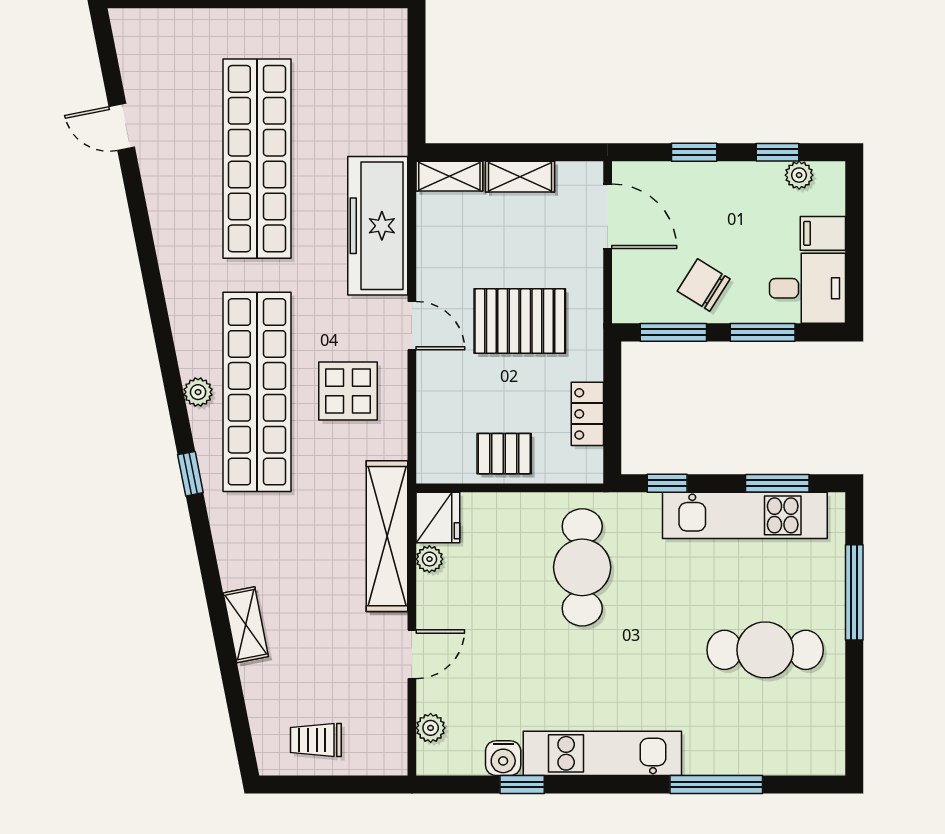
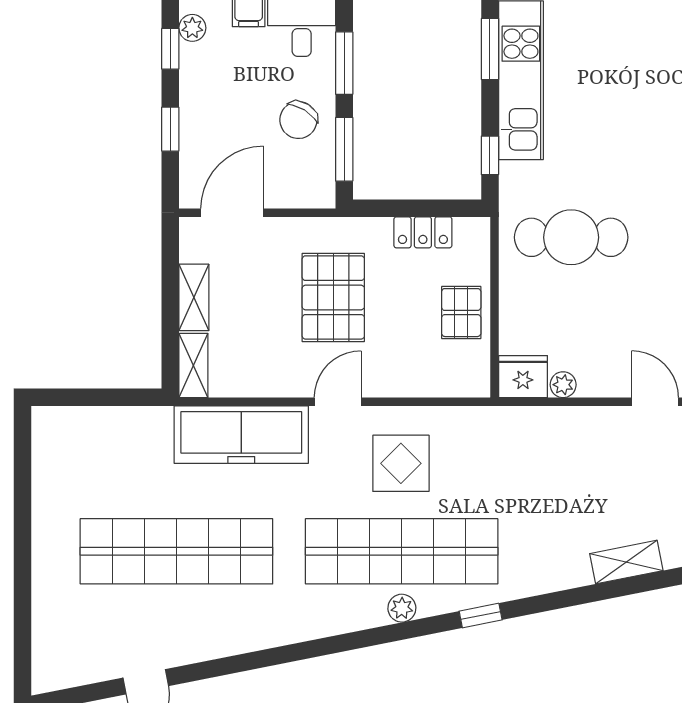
shelving: (387, 536) -> (541, 426), removed
cafe table: (765, 650) -> (651, 61), removed

